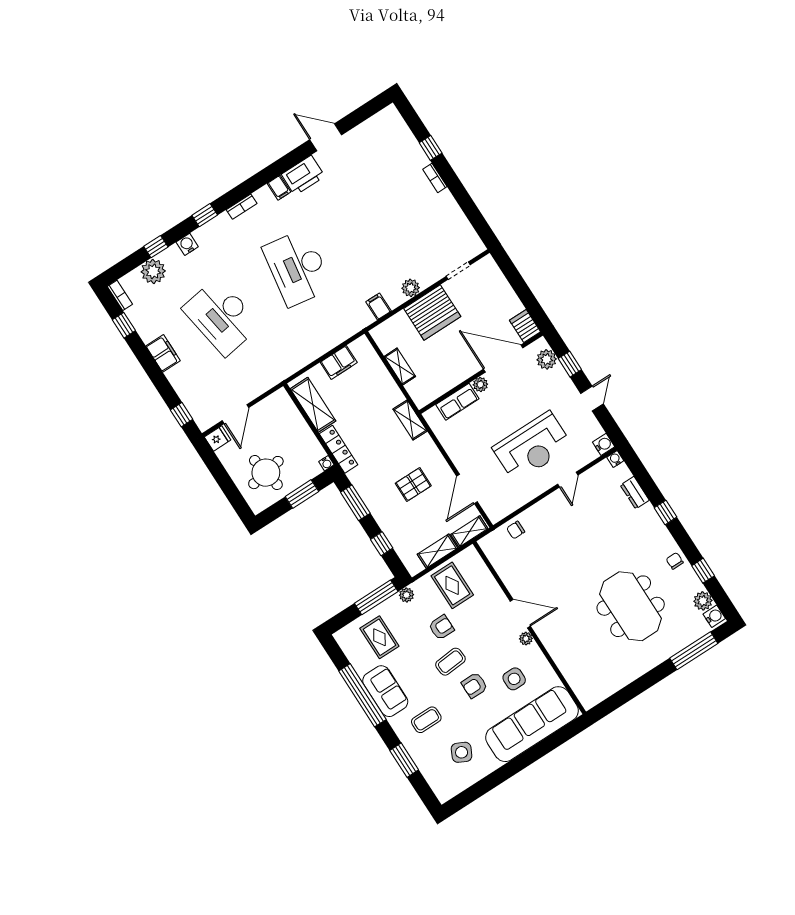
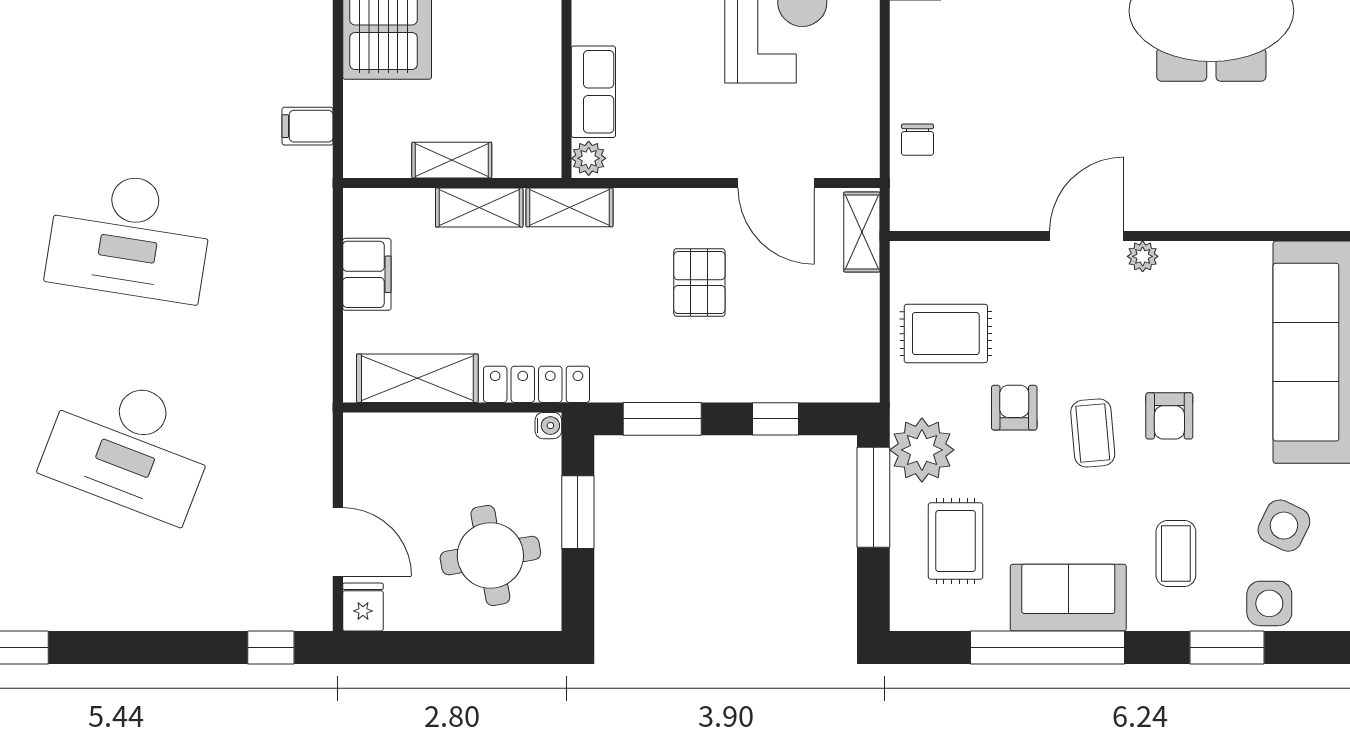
plant: (411, 288) -> (312, 40), removed
desk: (221, 317) -> (130, 446), turned 30
filing cabinet: (163, 353) -> (128, 607), removed
plant: (480, 385) -> (589, 158), moved
shelving: (438, 551) -> (479, 207), moved, turned 90
plant: (406, 595) -> (922, 450), width x1.88, depth x1.88
rug: (379, 637) -> (956, 541), turned 90
side table: (514, 679) -> (1269, 603), moved

